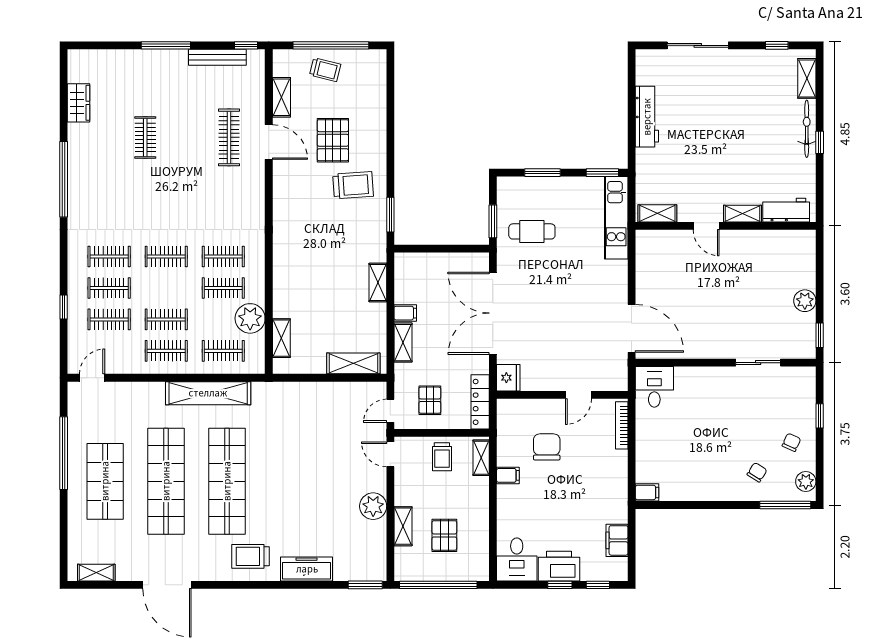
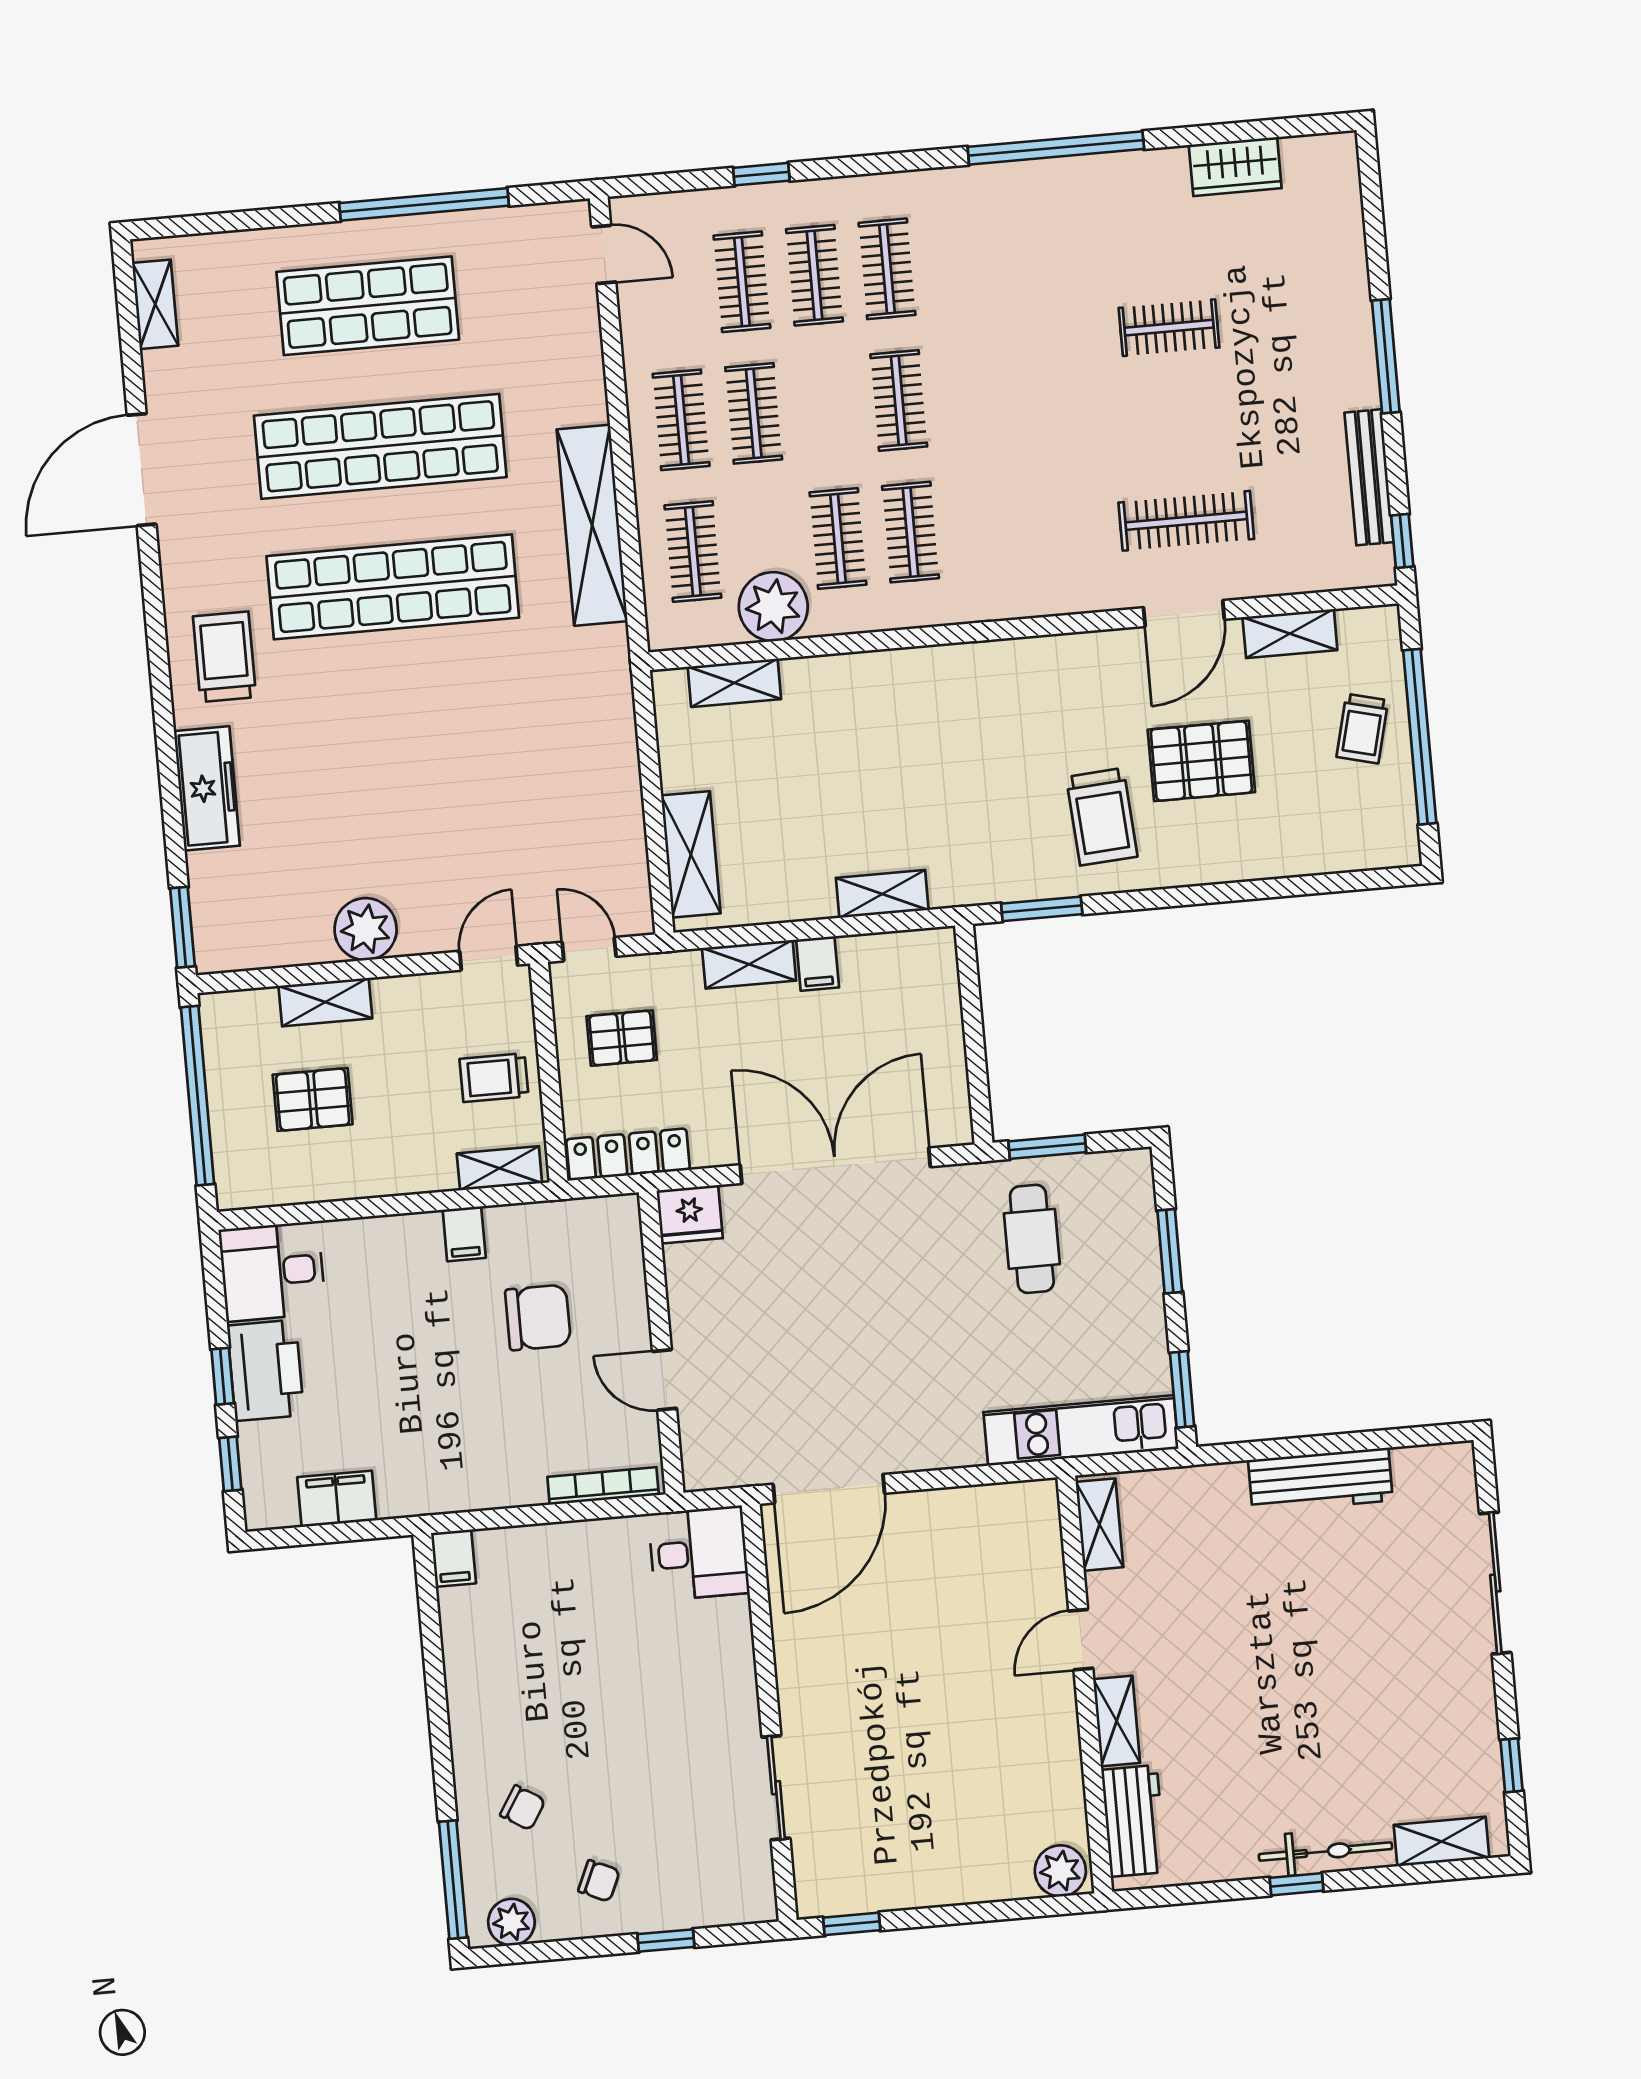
plant: (805, 301) -> (1060, 1871), moved

